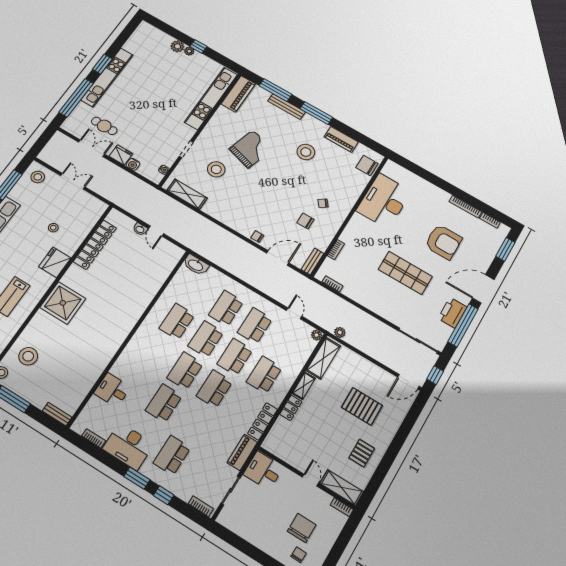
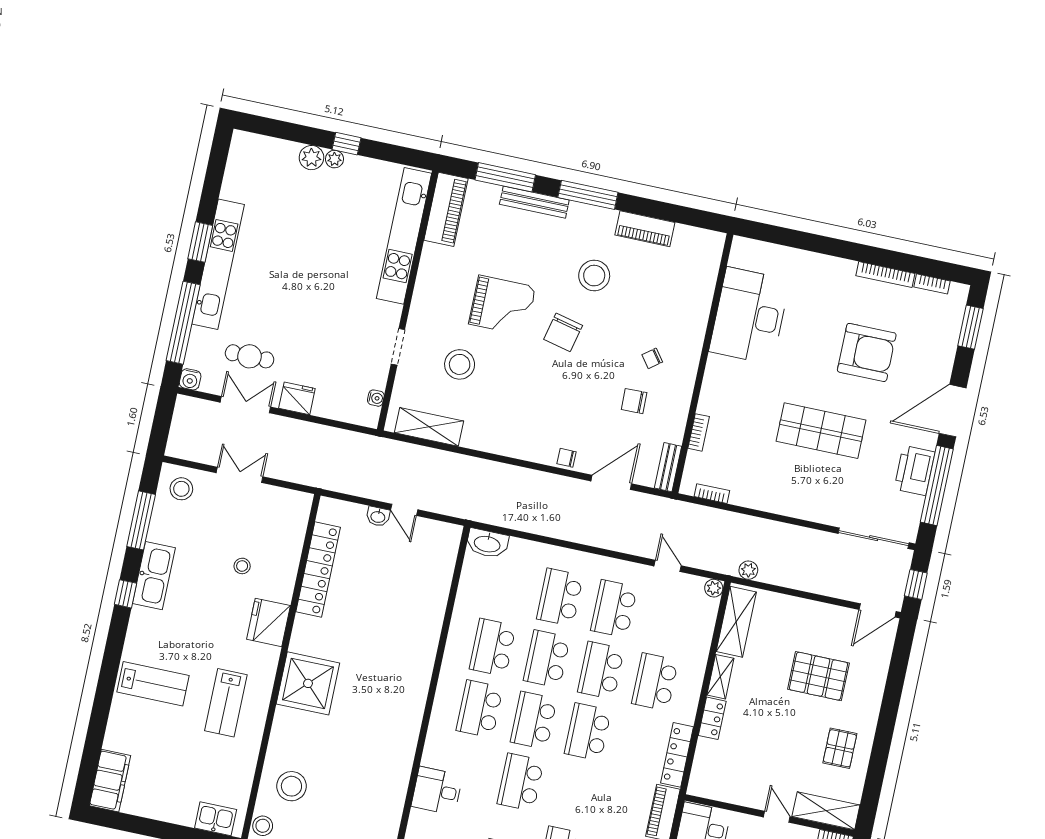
grand piano: (251, 149) -> (502, 305), turned 74
water cooler: (133, 164) -> (190, 379), moved
chair: (367, 165) -> (563, 332), moved, turned -77
school desk: (156, 353) -> (480, 709), added

